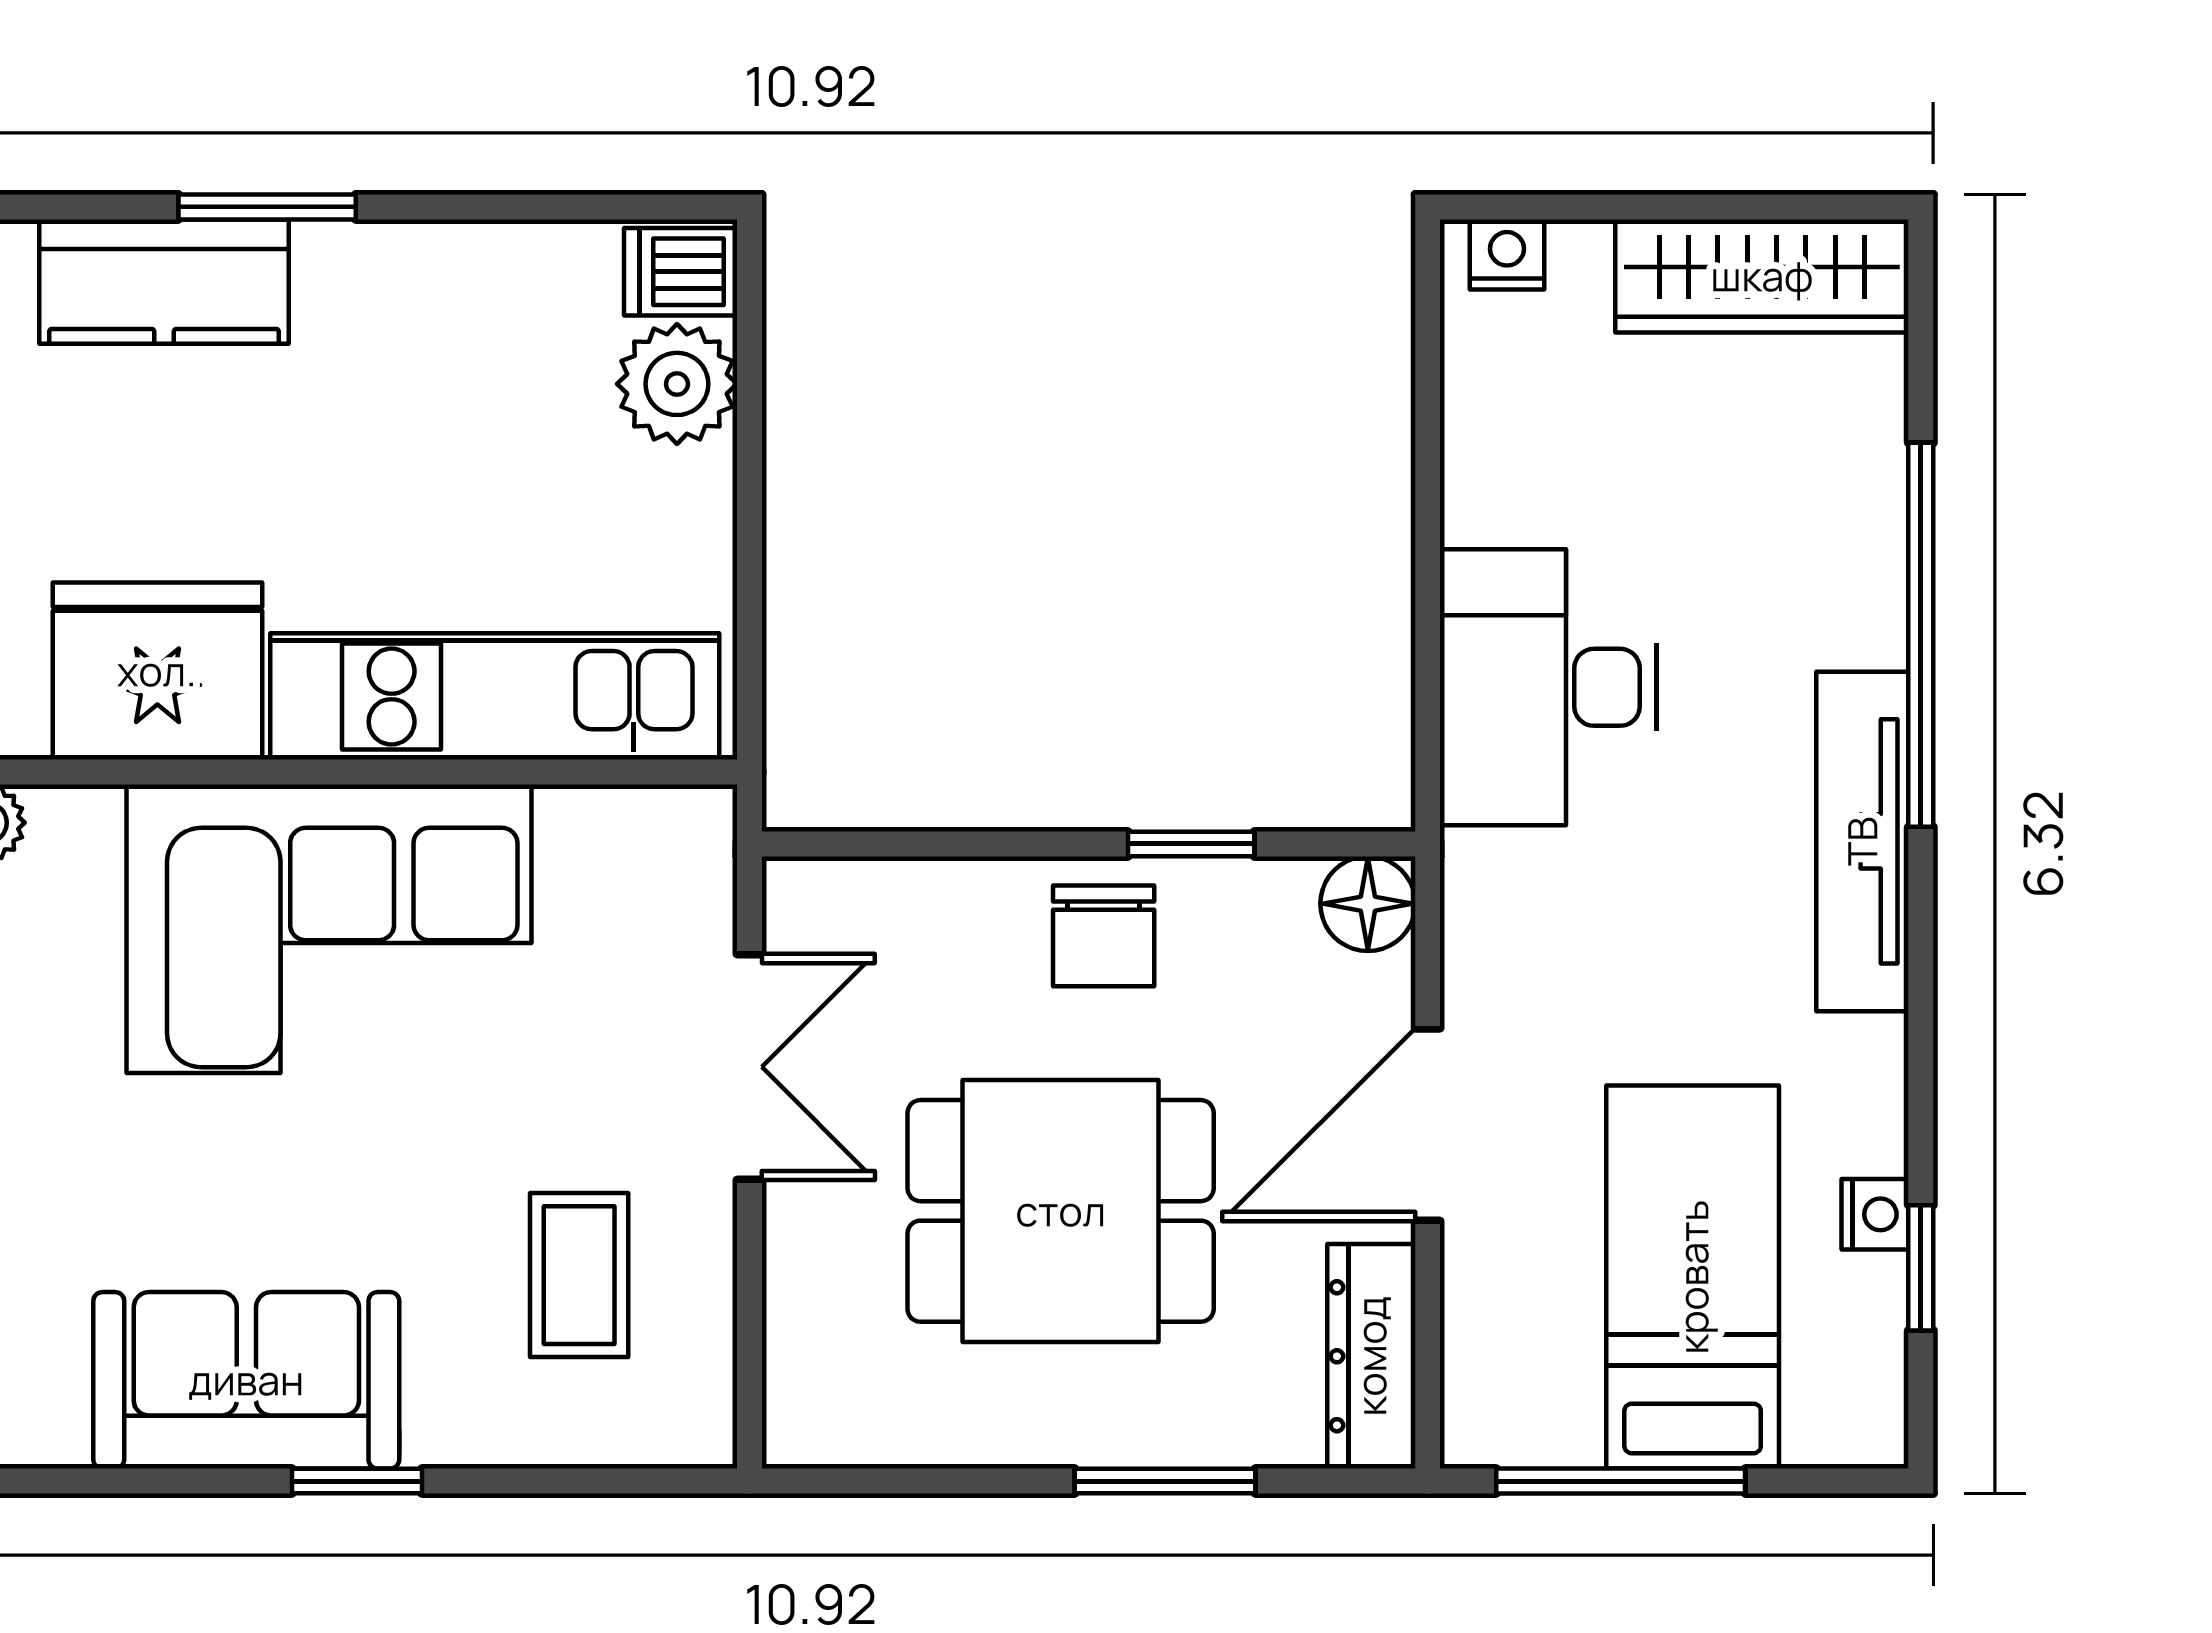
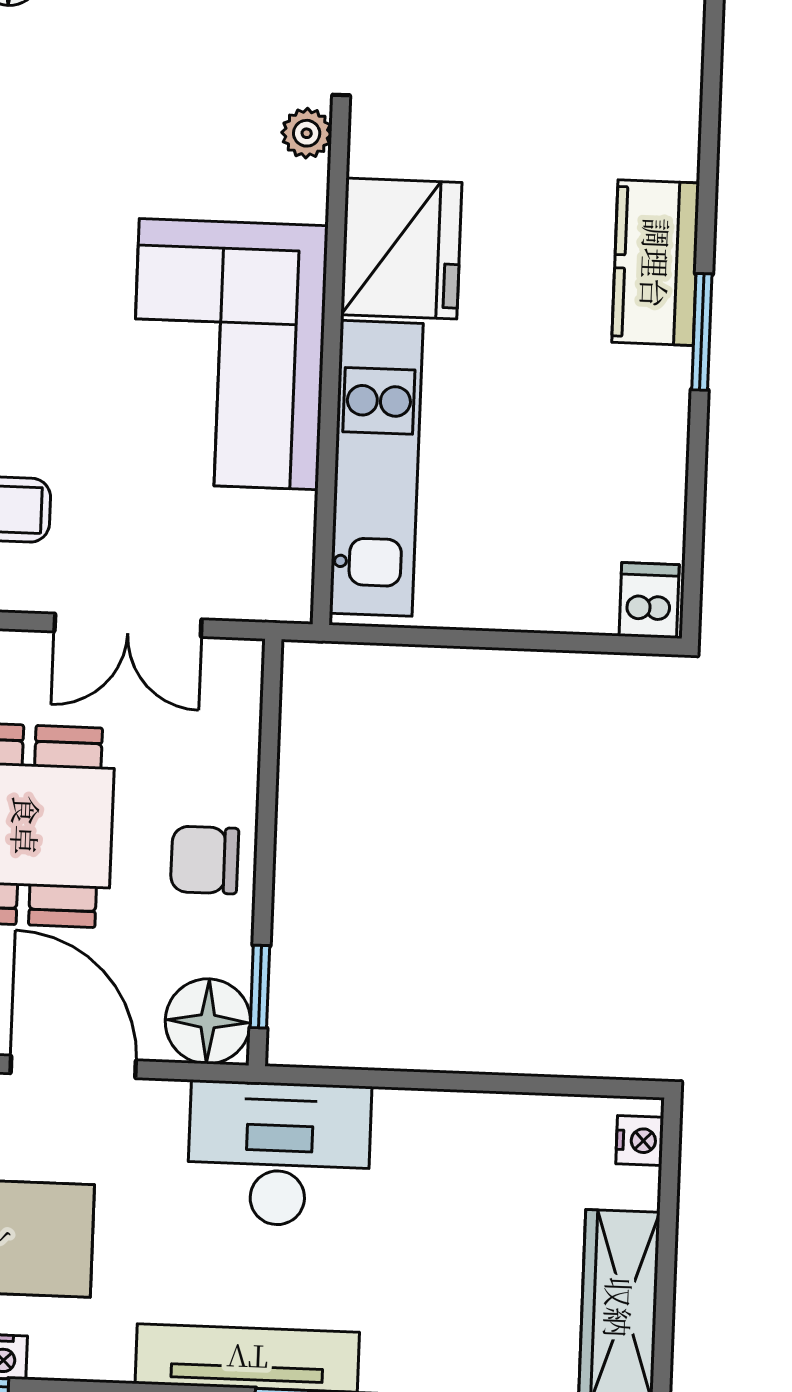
plant: (677, 384) -> (576, 595), removed
desk: (1548, 687) -> (279, 1154), moved
window: (1191, 844) -> (260, 987), moved
floor lamp: (1368, 904) -> (208, 1021), width x1.38, depth x1.38

